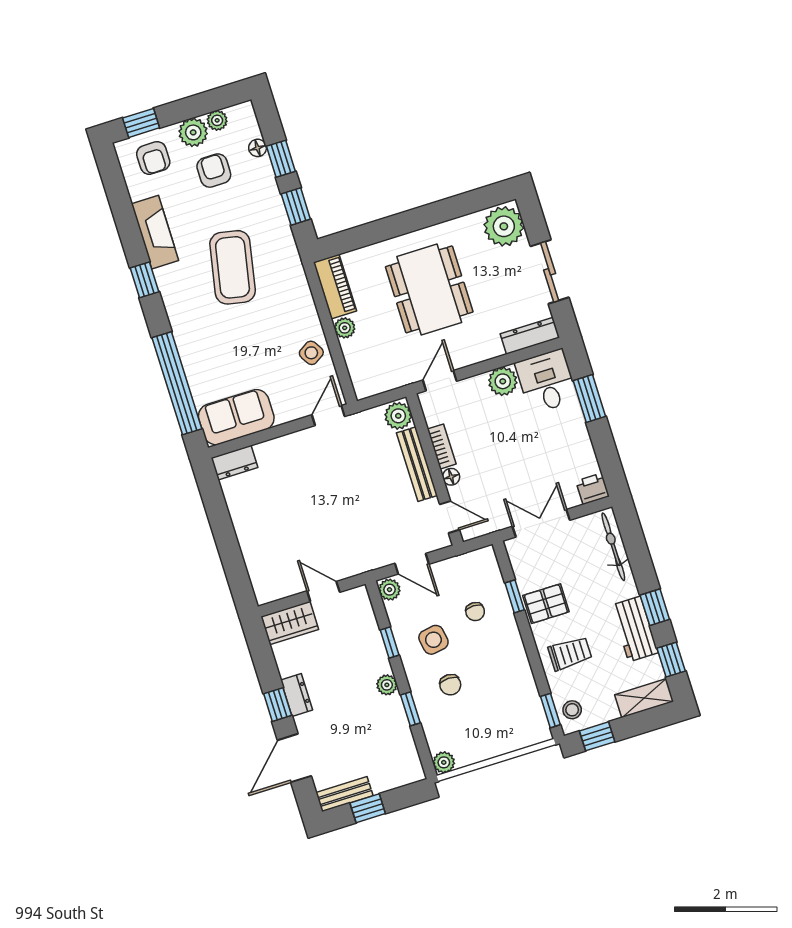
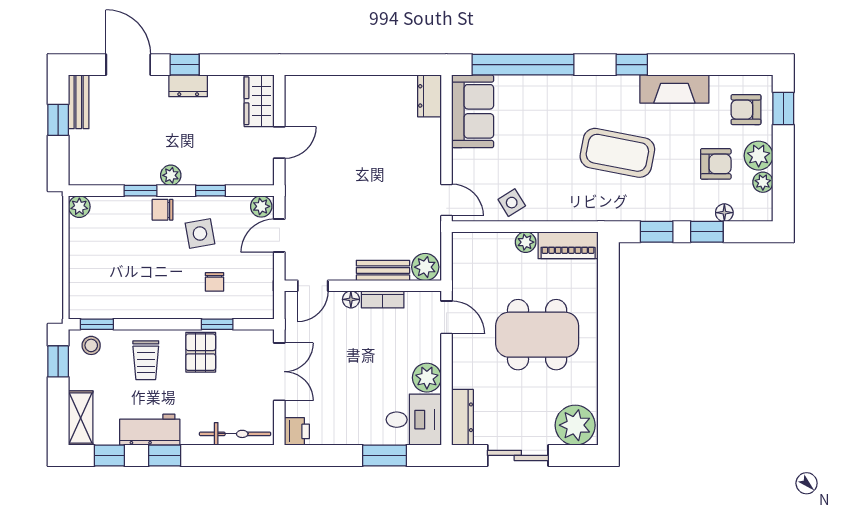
bench: (417, 464) -> (383, 270), width x0.73
chair: (475, 612) -> (214, 282), turned -90
chair: (450, 685) -> (163, 210), moved

